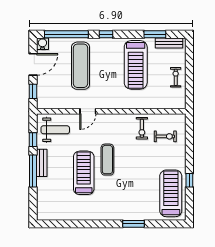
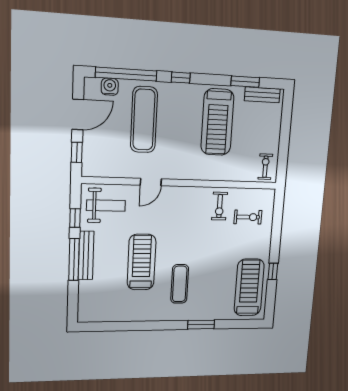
water cooler: (42, 44) -> (110, 87), moved
exercise bike: (176, 77) -> (265, 167), moved
exercise mat: (107, 160) -> (180, 284), moved
bench: (42, 163) -> (86, 255), width x1.36

